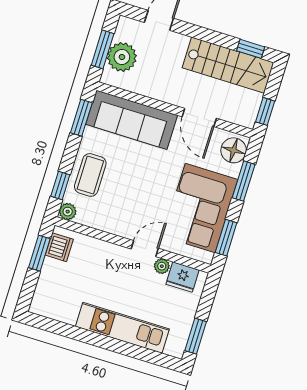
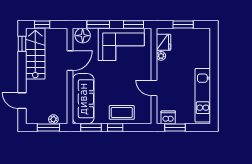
plant: (122, 57) -> (53, 119), width x0.53, depth x0.53
window: (265, 111) -> (42, 24), moved
window: (60, 186) -> (115, 128), moved
plant: (68, 212) -> (147, 119), removed
door: (145, 249) -> (154, 88), moved
kitchen unit: (122, 328) -> (203, 95), moved
window: (196, 336) -> (183, 24), moved

